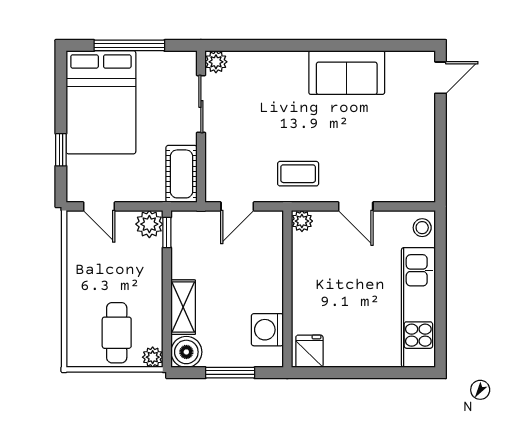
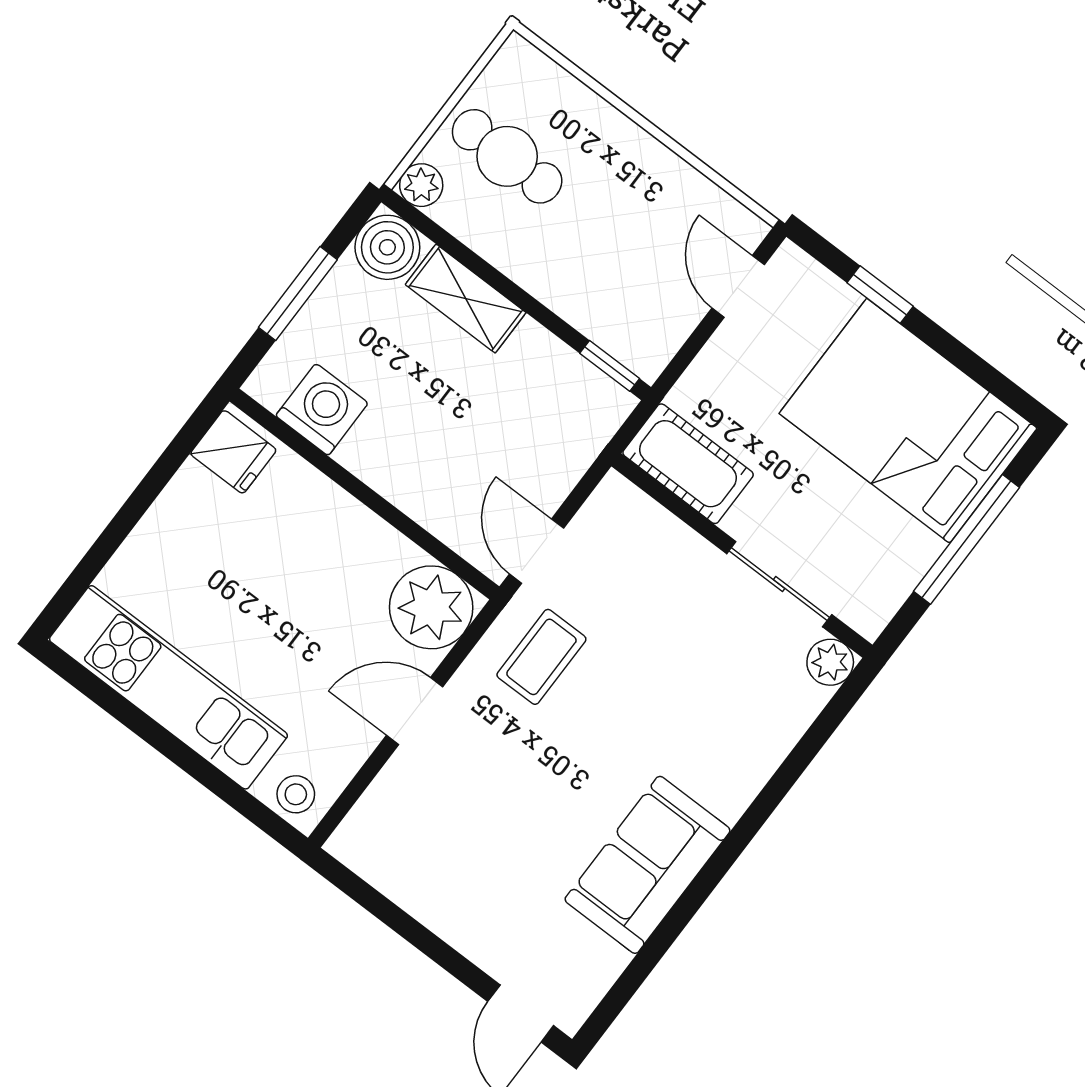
door: (99, 206) -> (738, 286), hinge flipped
door: (237, 206) -> (537, 551), moved
plant: (302, 221) -> (431, 607), width x1.88, depth x1.88
plant: (149, 224) -> (646, 347), removed

